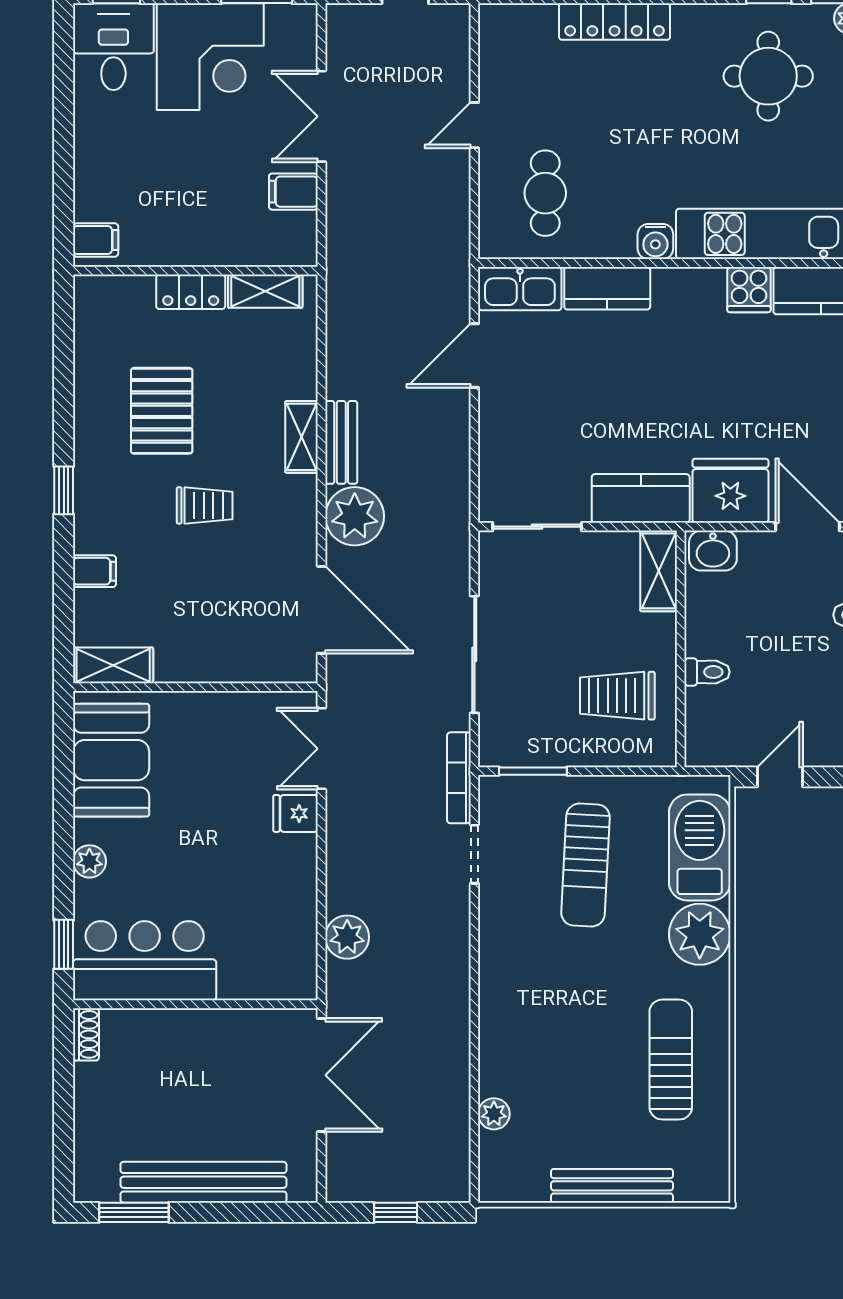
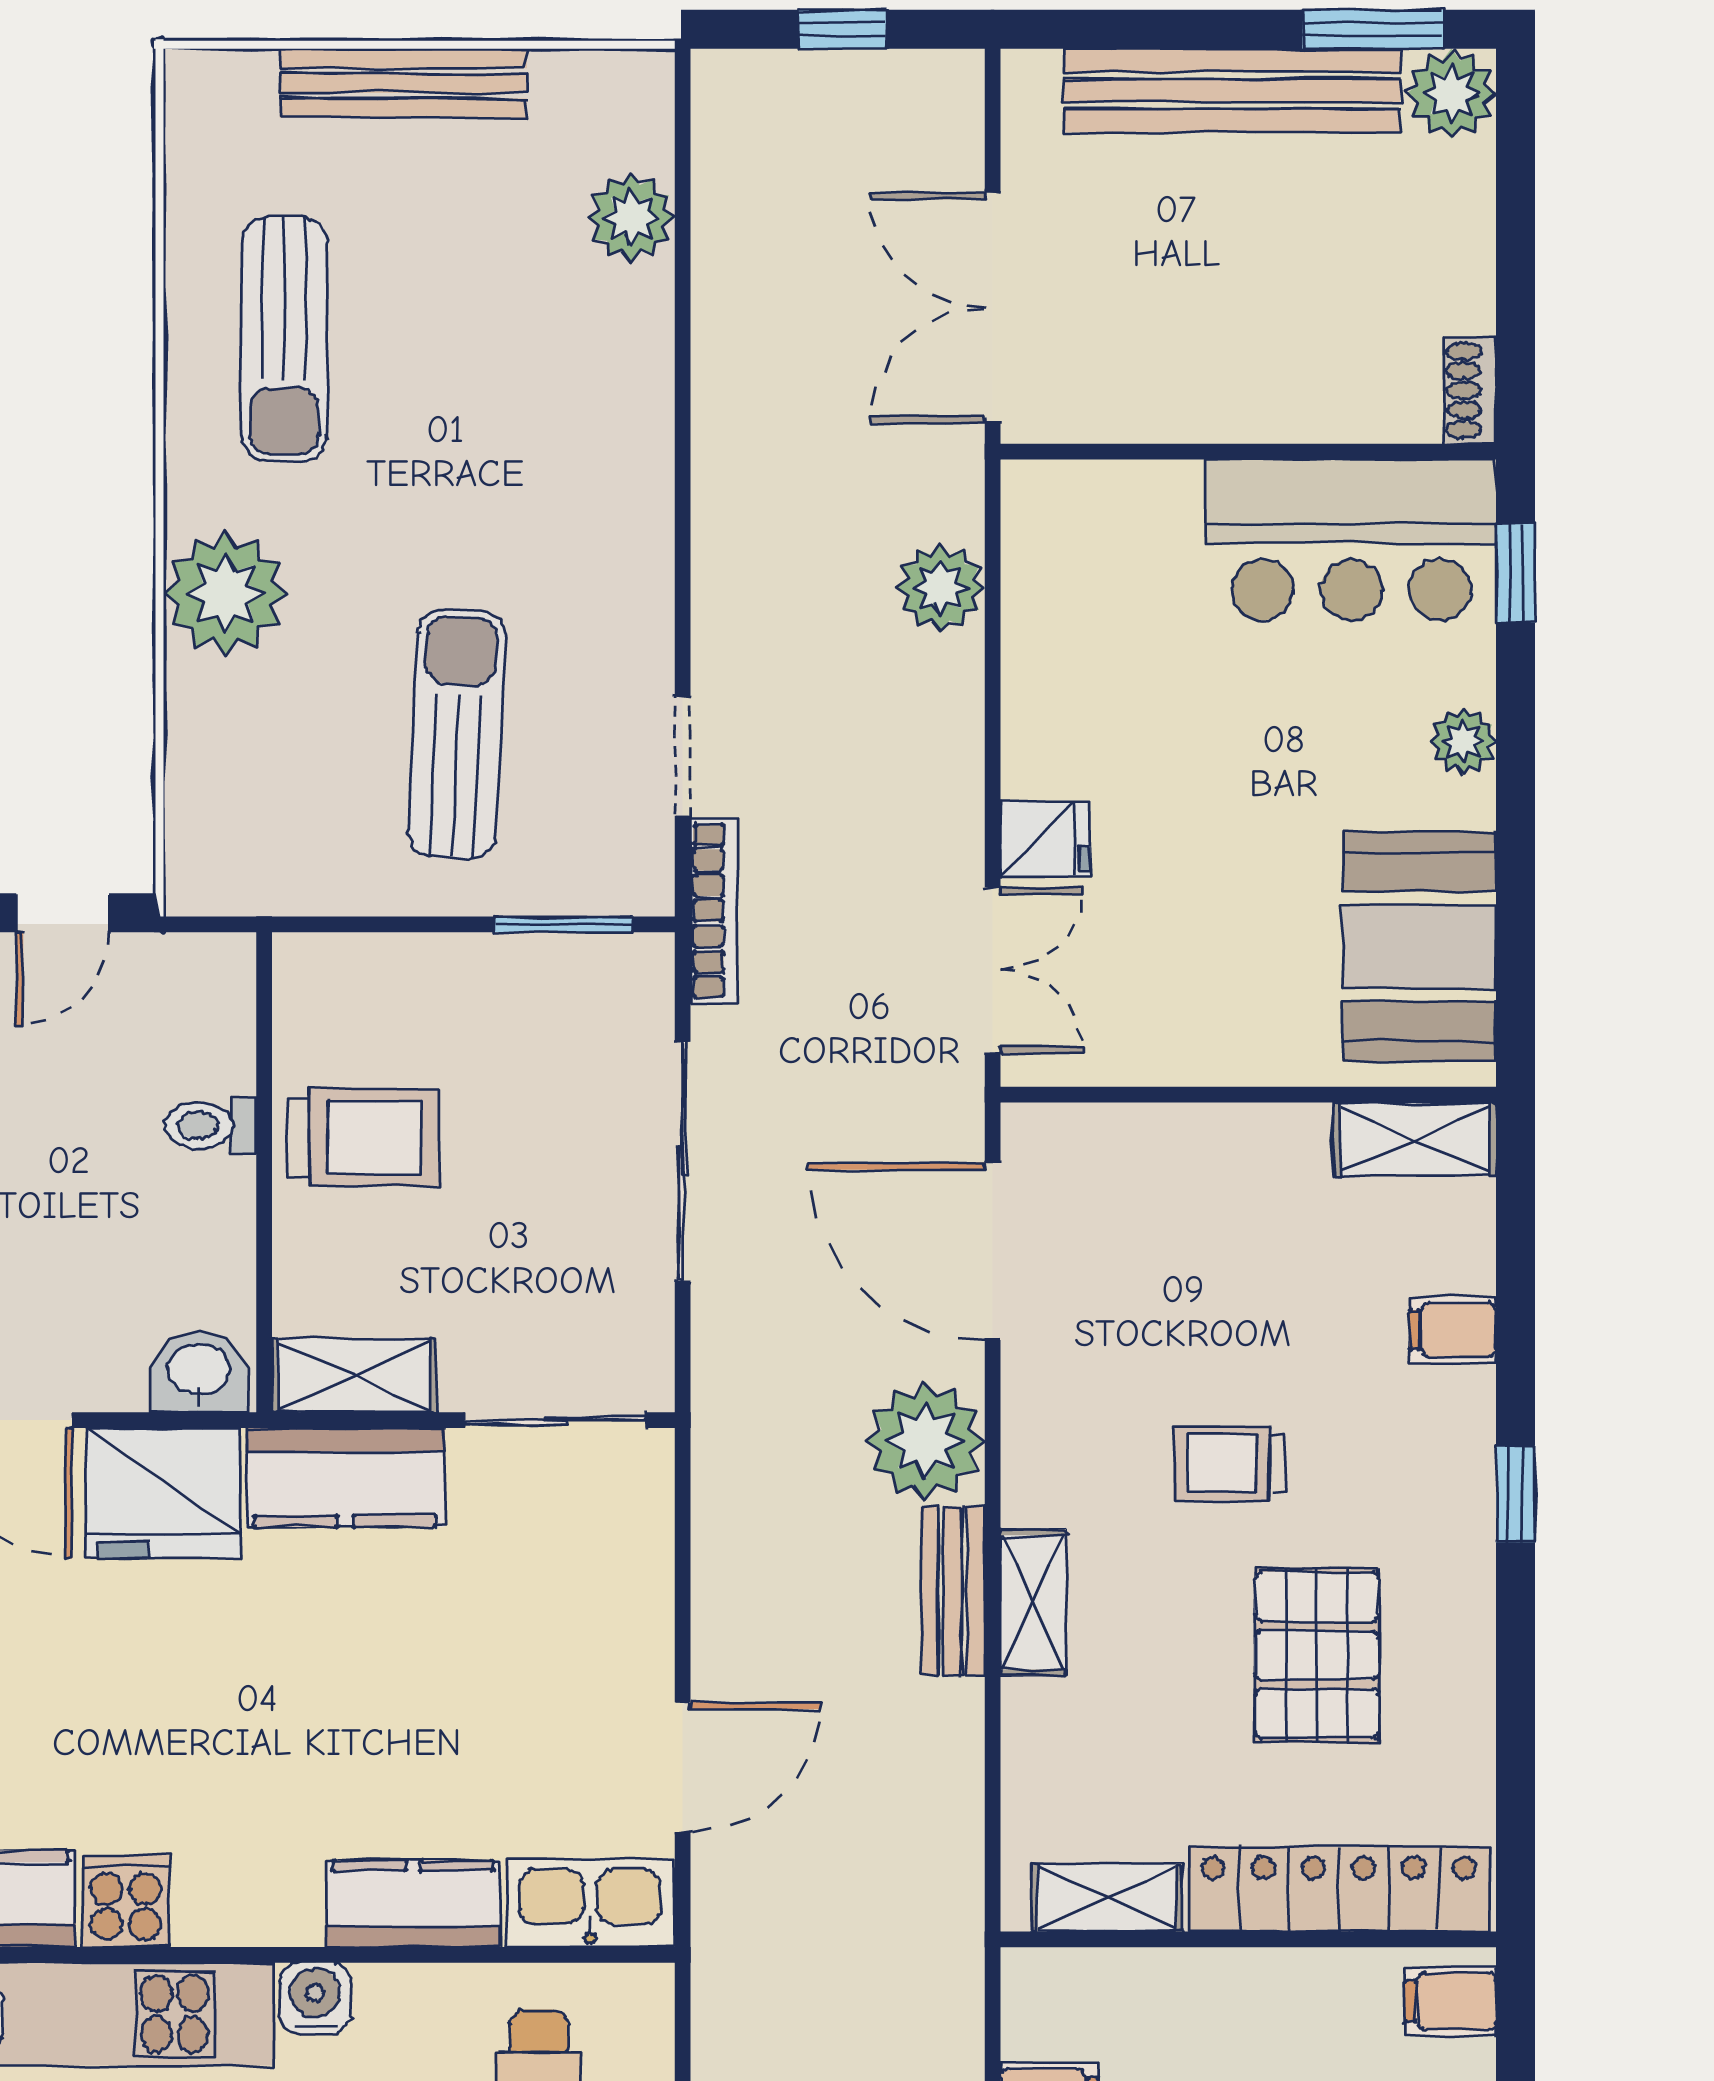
locker: (191, 292) -> (1339, 1889), width x2.16, depth x1.21
shelving: (659, 571) -> (354, 1376), moved, turned 90
trolley: (617, 696) -> (364, 1137), moved
barbecue: (700, 847) -> (226, 770), removed
plant: (494, 1114) -> (631, 217), width x1.38, depth x1.38
plant: (95, 1181) -> (1451, 94), added

